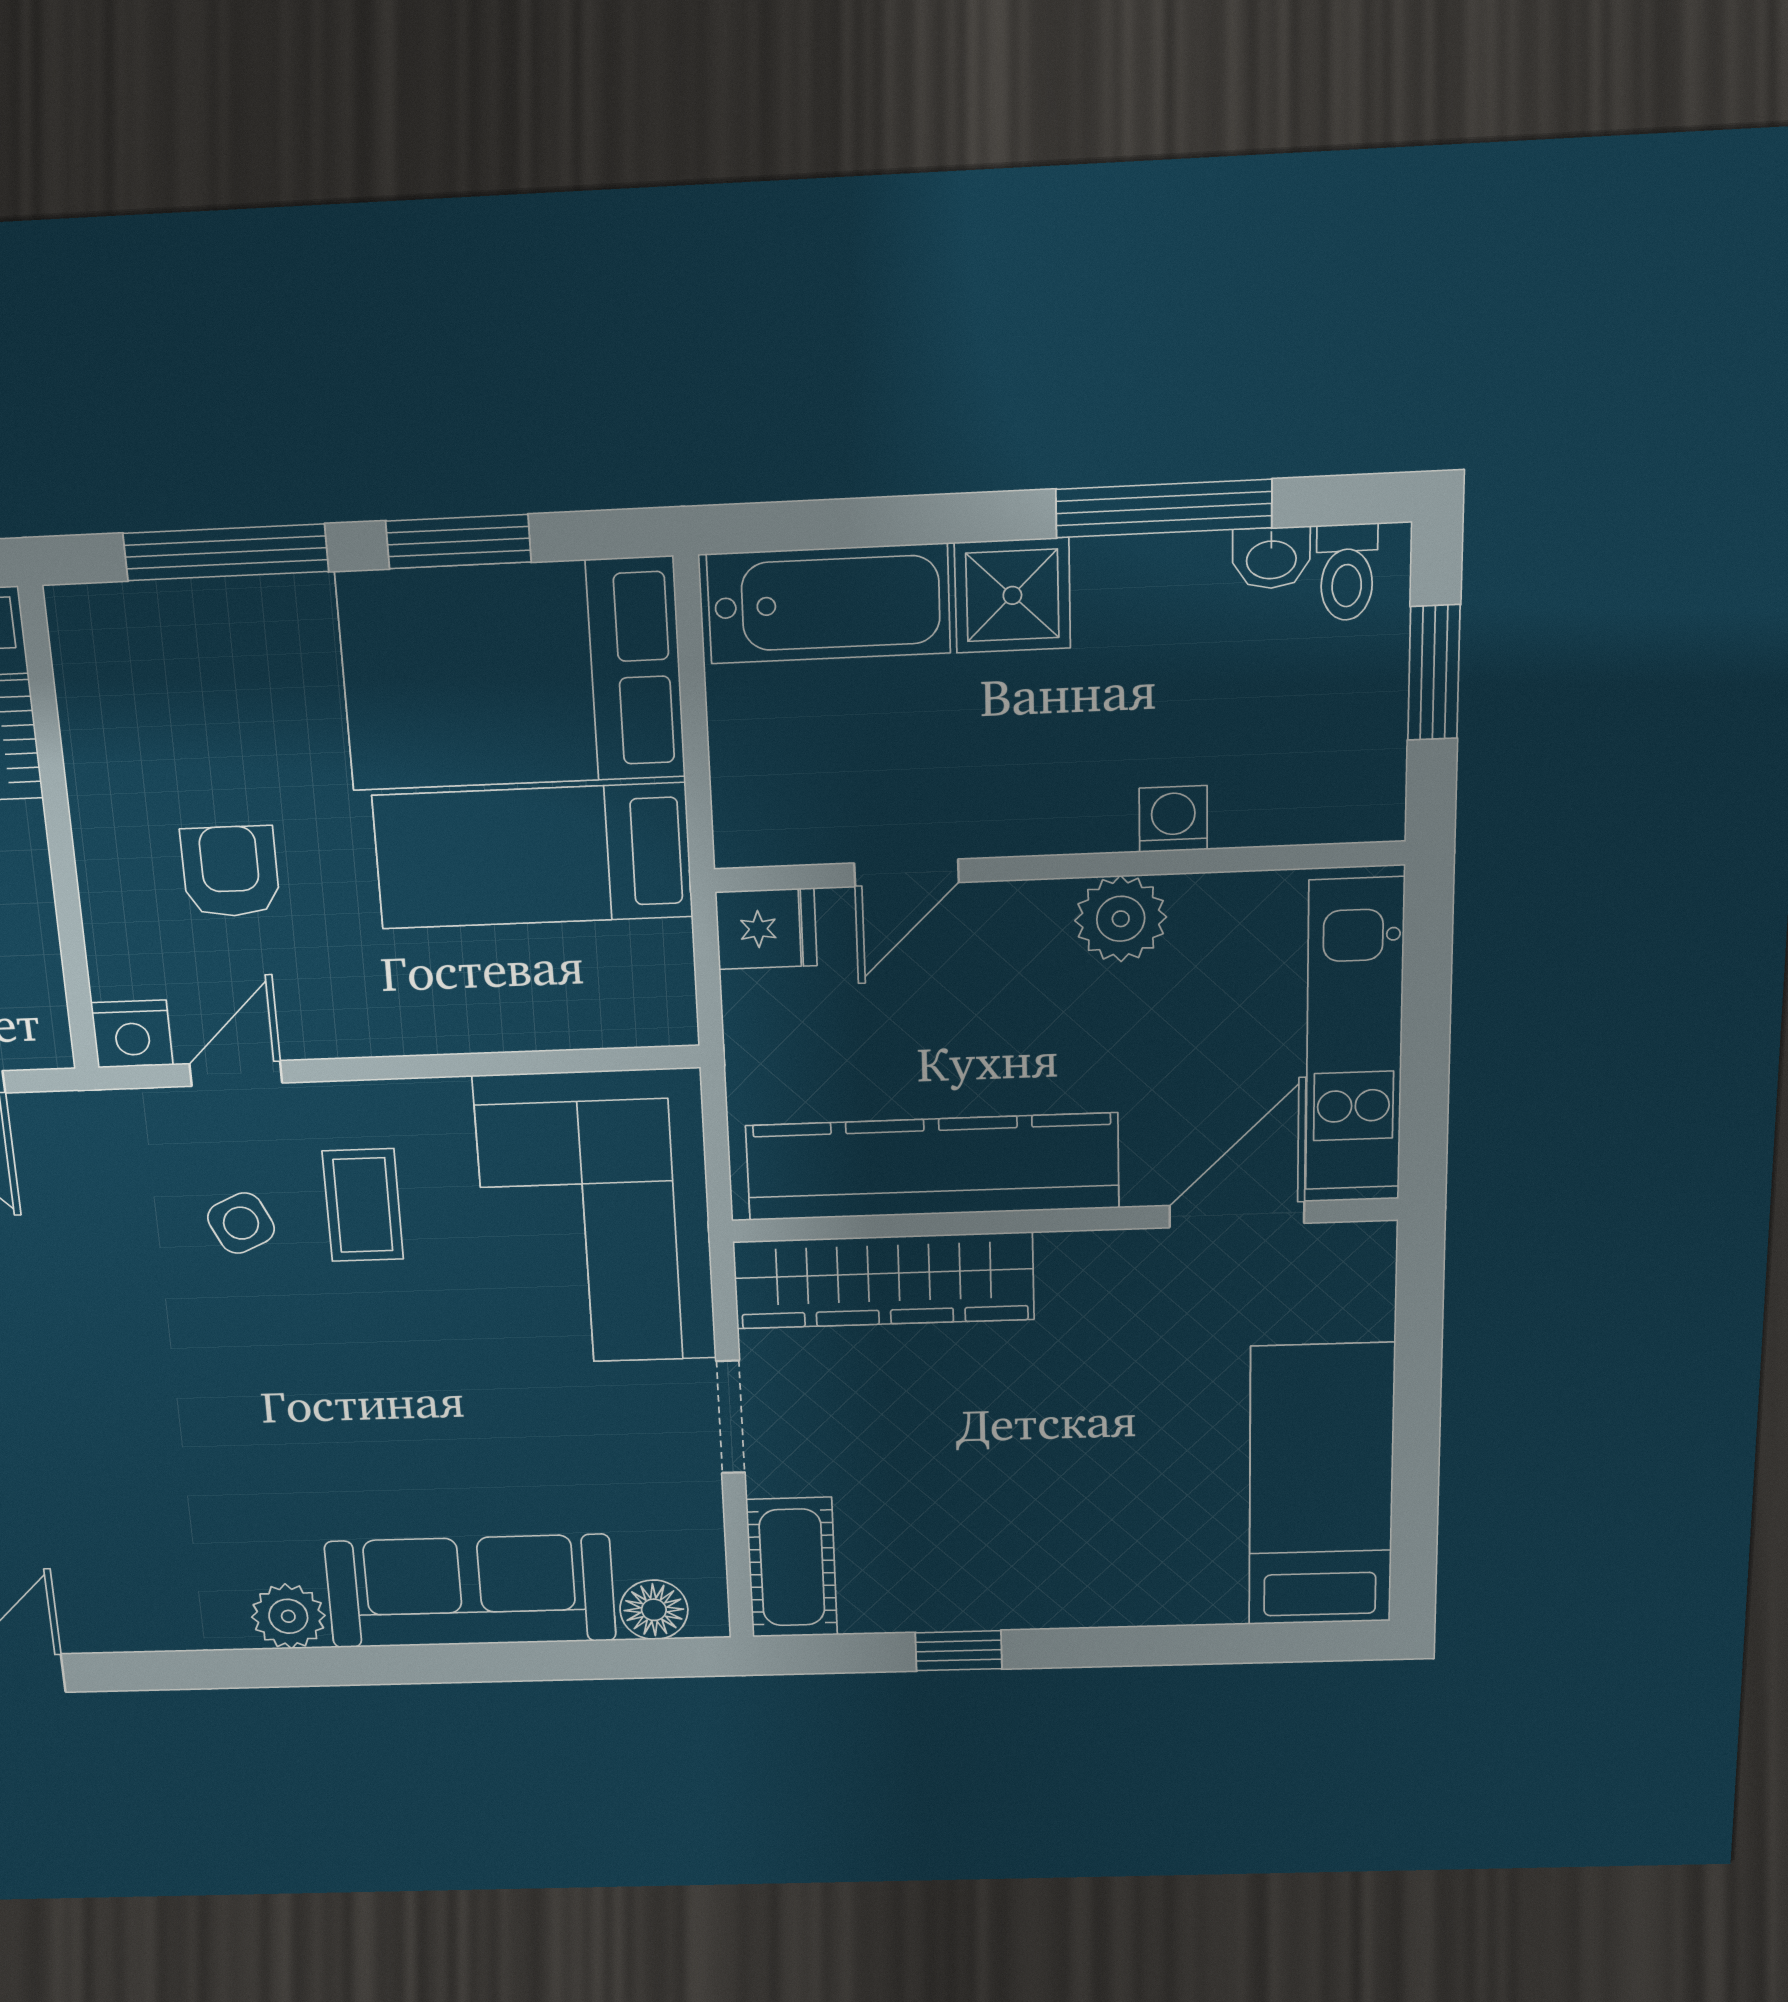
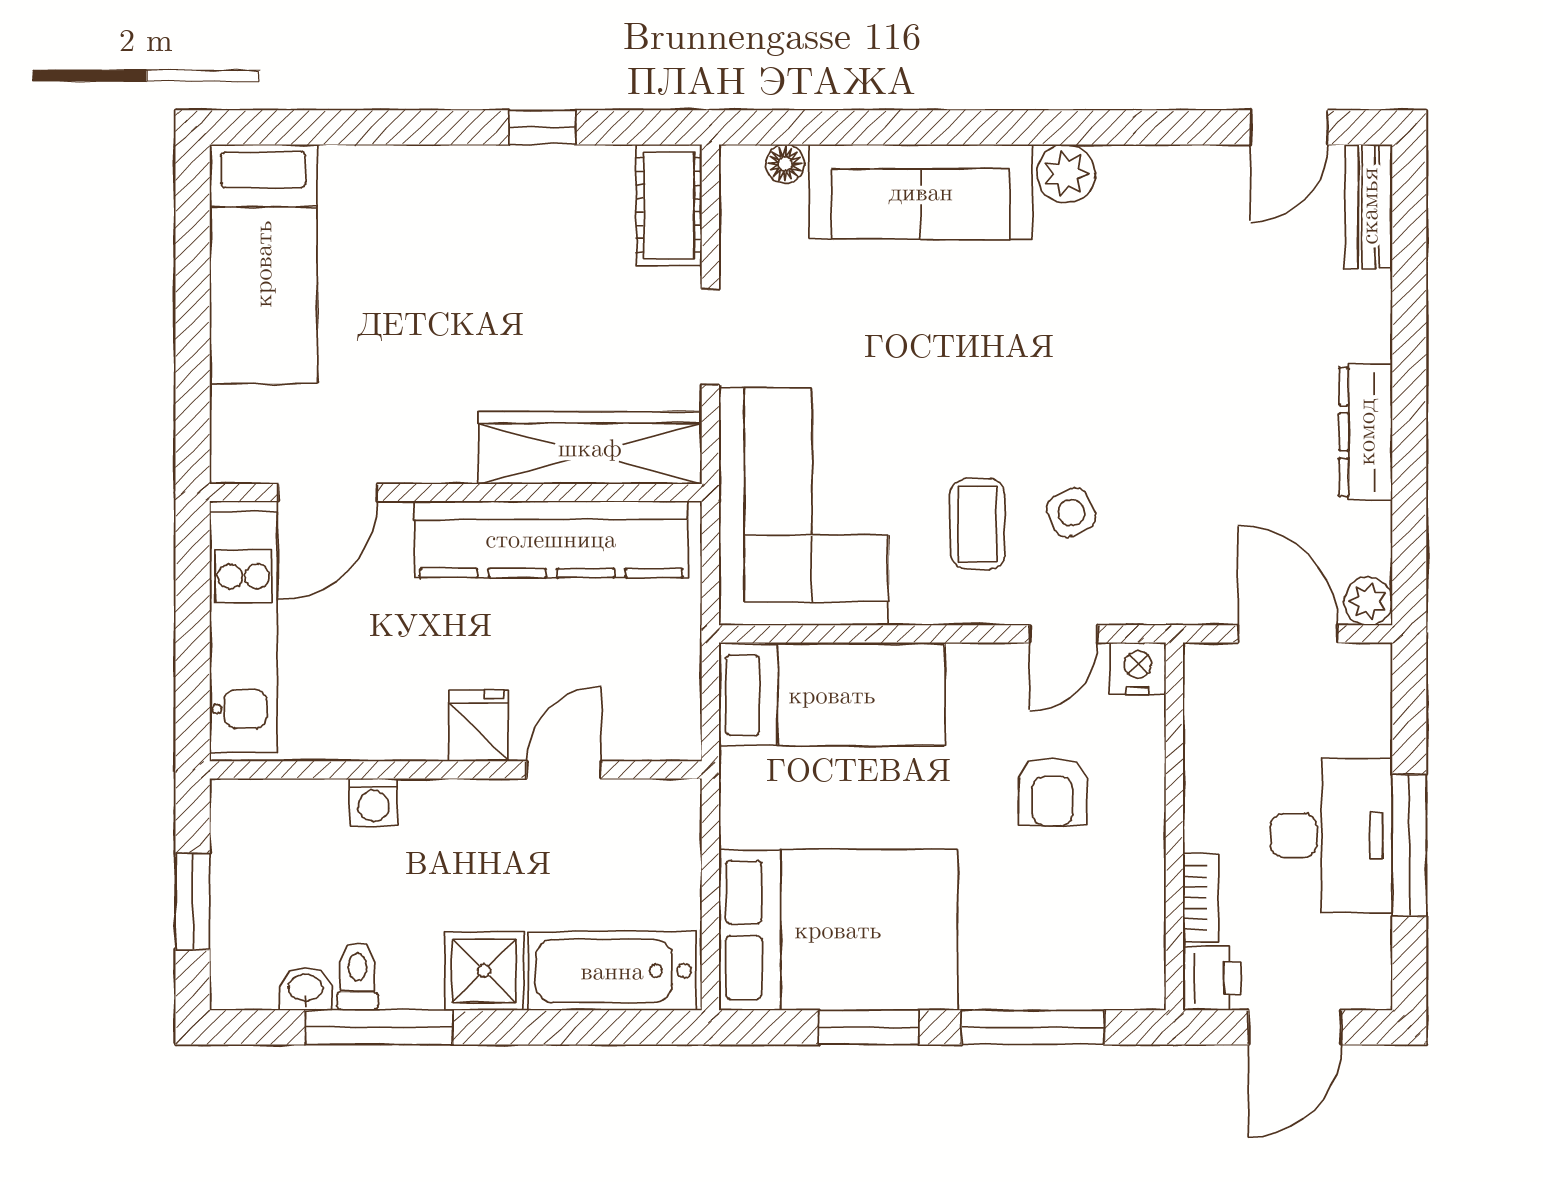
toilet: (1347, 572) -> (357, 976), moved
bed: (533, 856) -> (832, 695), moved
plant: (1121, 919) -> (411, 728), removed
fridge: (766, 929) -> (479, 726), moved, turned 90
floor lamp: (654, 1610) -> (785, 164), width x0.73, depth x0.73

